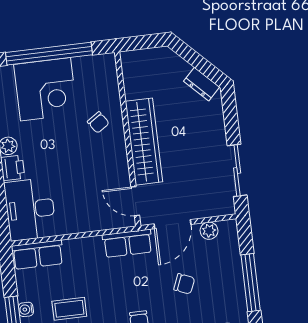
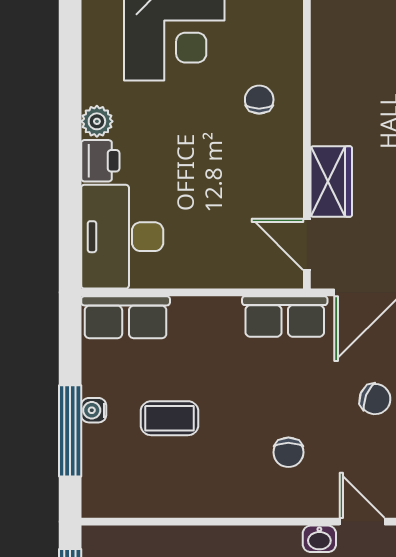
chair: (98, 122) -> (259, 100), turned -146
wardrobe: (144, 142) -> (331, 182), width x0.48, depth x0.85

